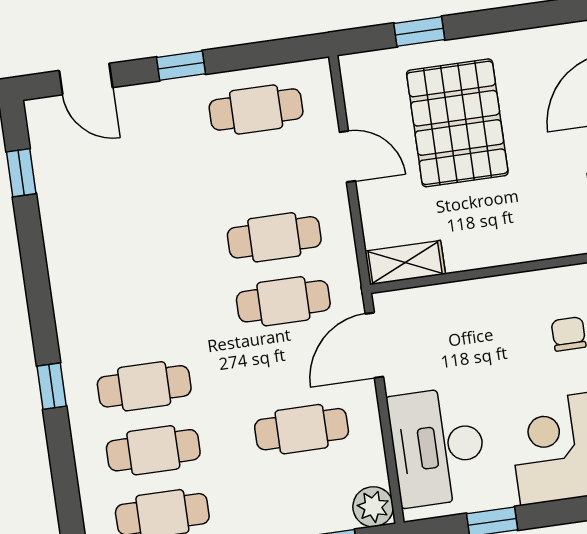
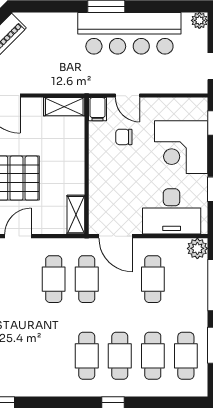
cafe table: (135, 322) -> (87, 356), added

